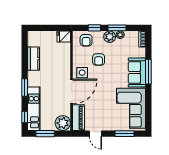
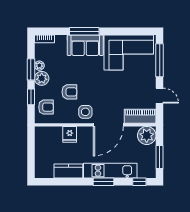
fridge: (64, 36) -> (70, 134), moved
door: (72, 91) -> (108, 125), swing flipped
kitchen unit: (34, 109) -> (110, 171), moved
door: (95, 134) -> (160, 96), hinge flipped
window: (124, 134) -> (160, 60), width x1.44

